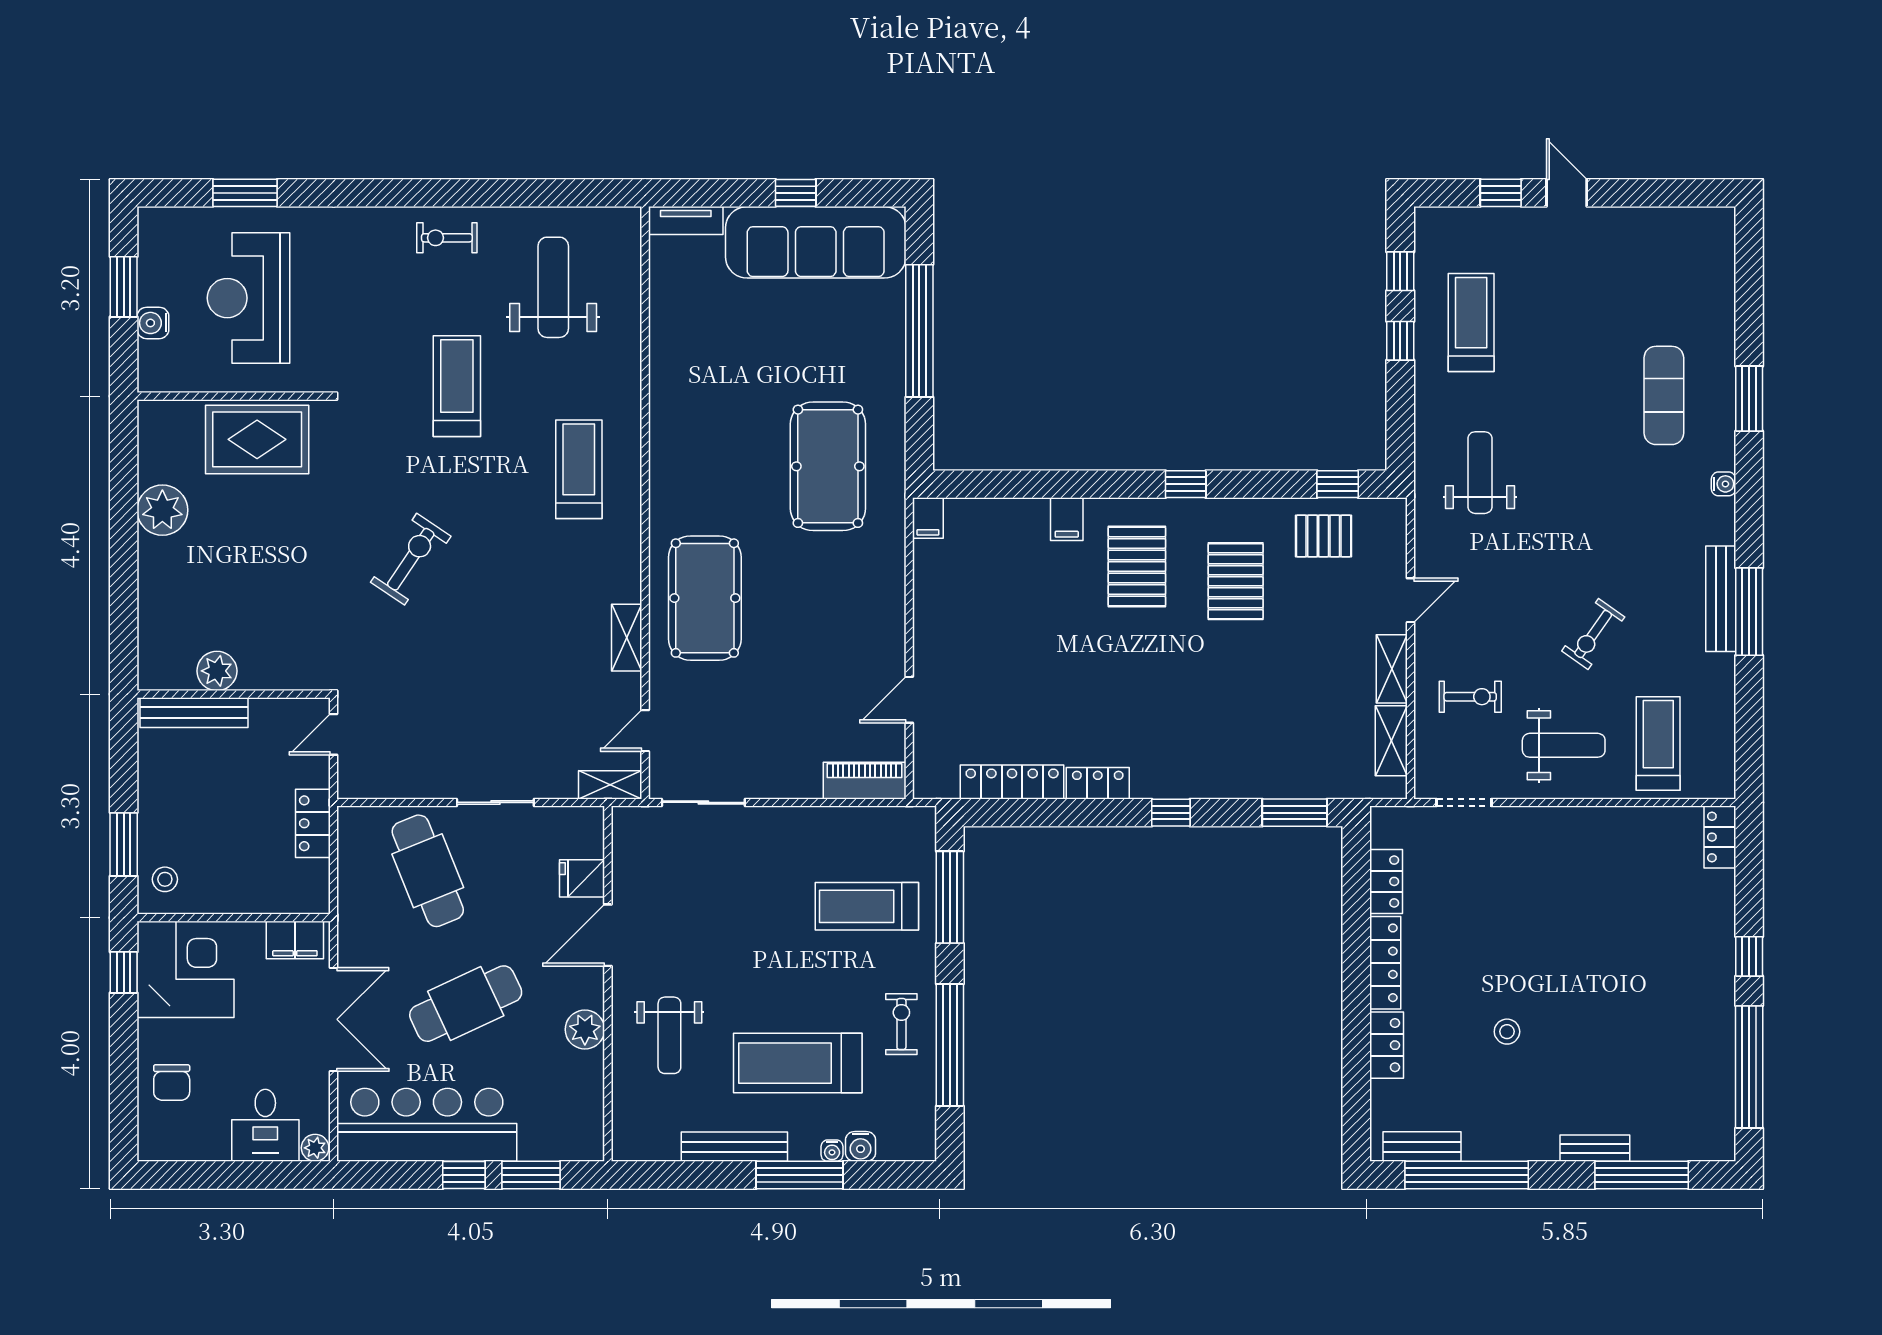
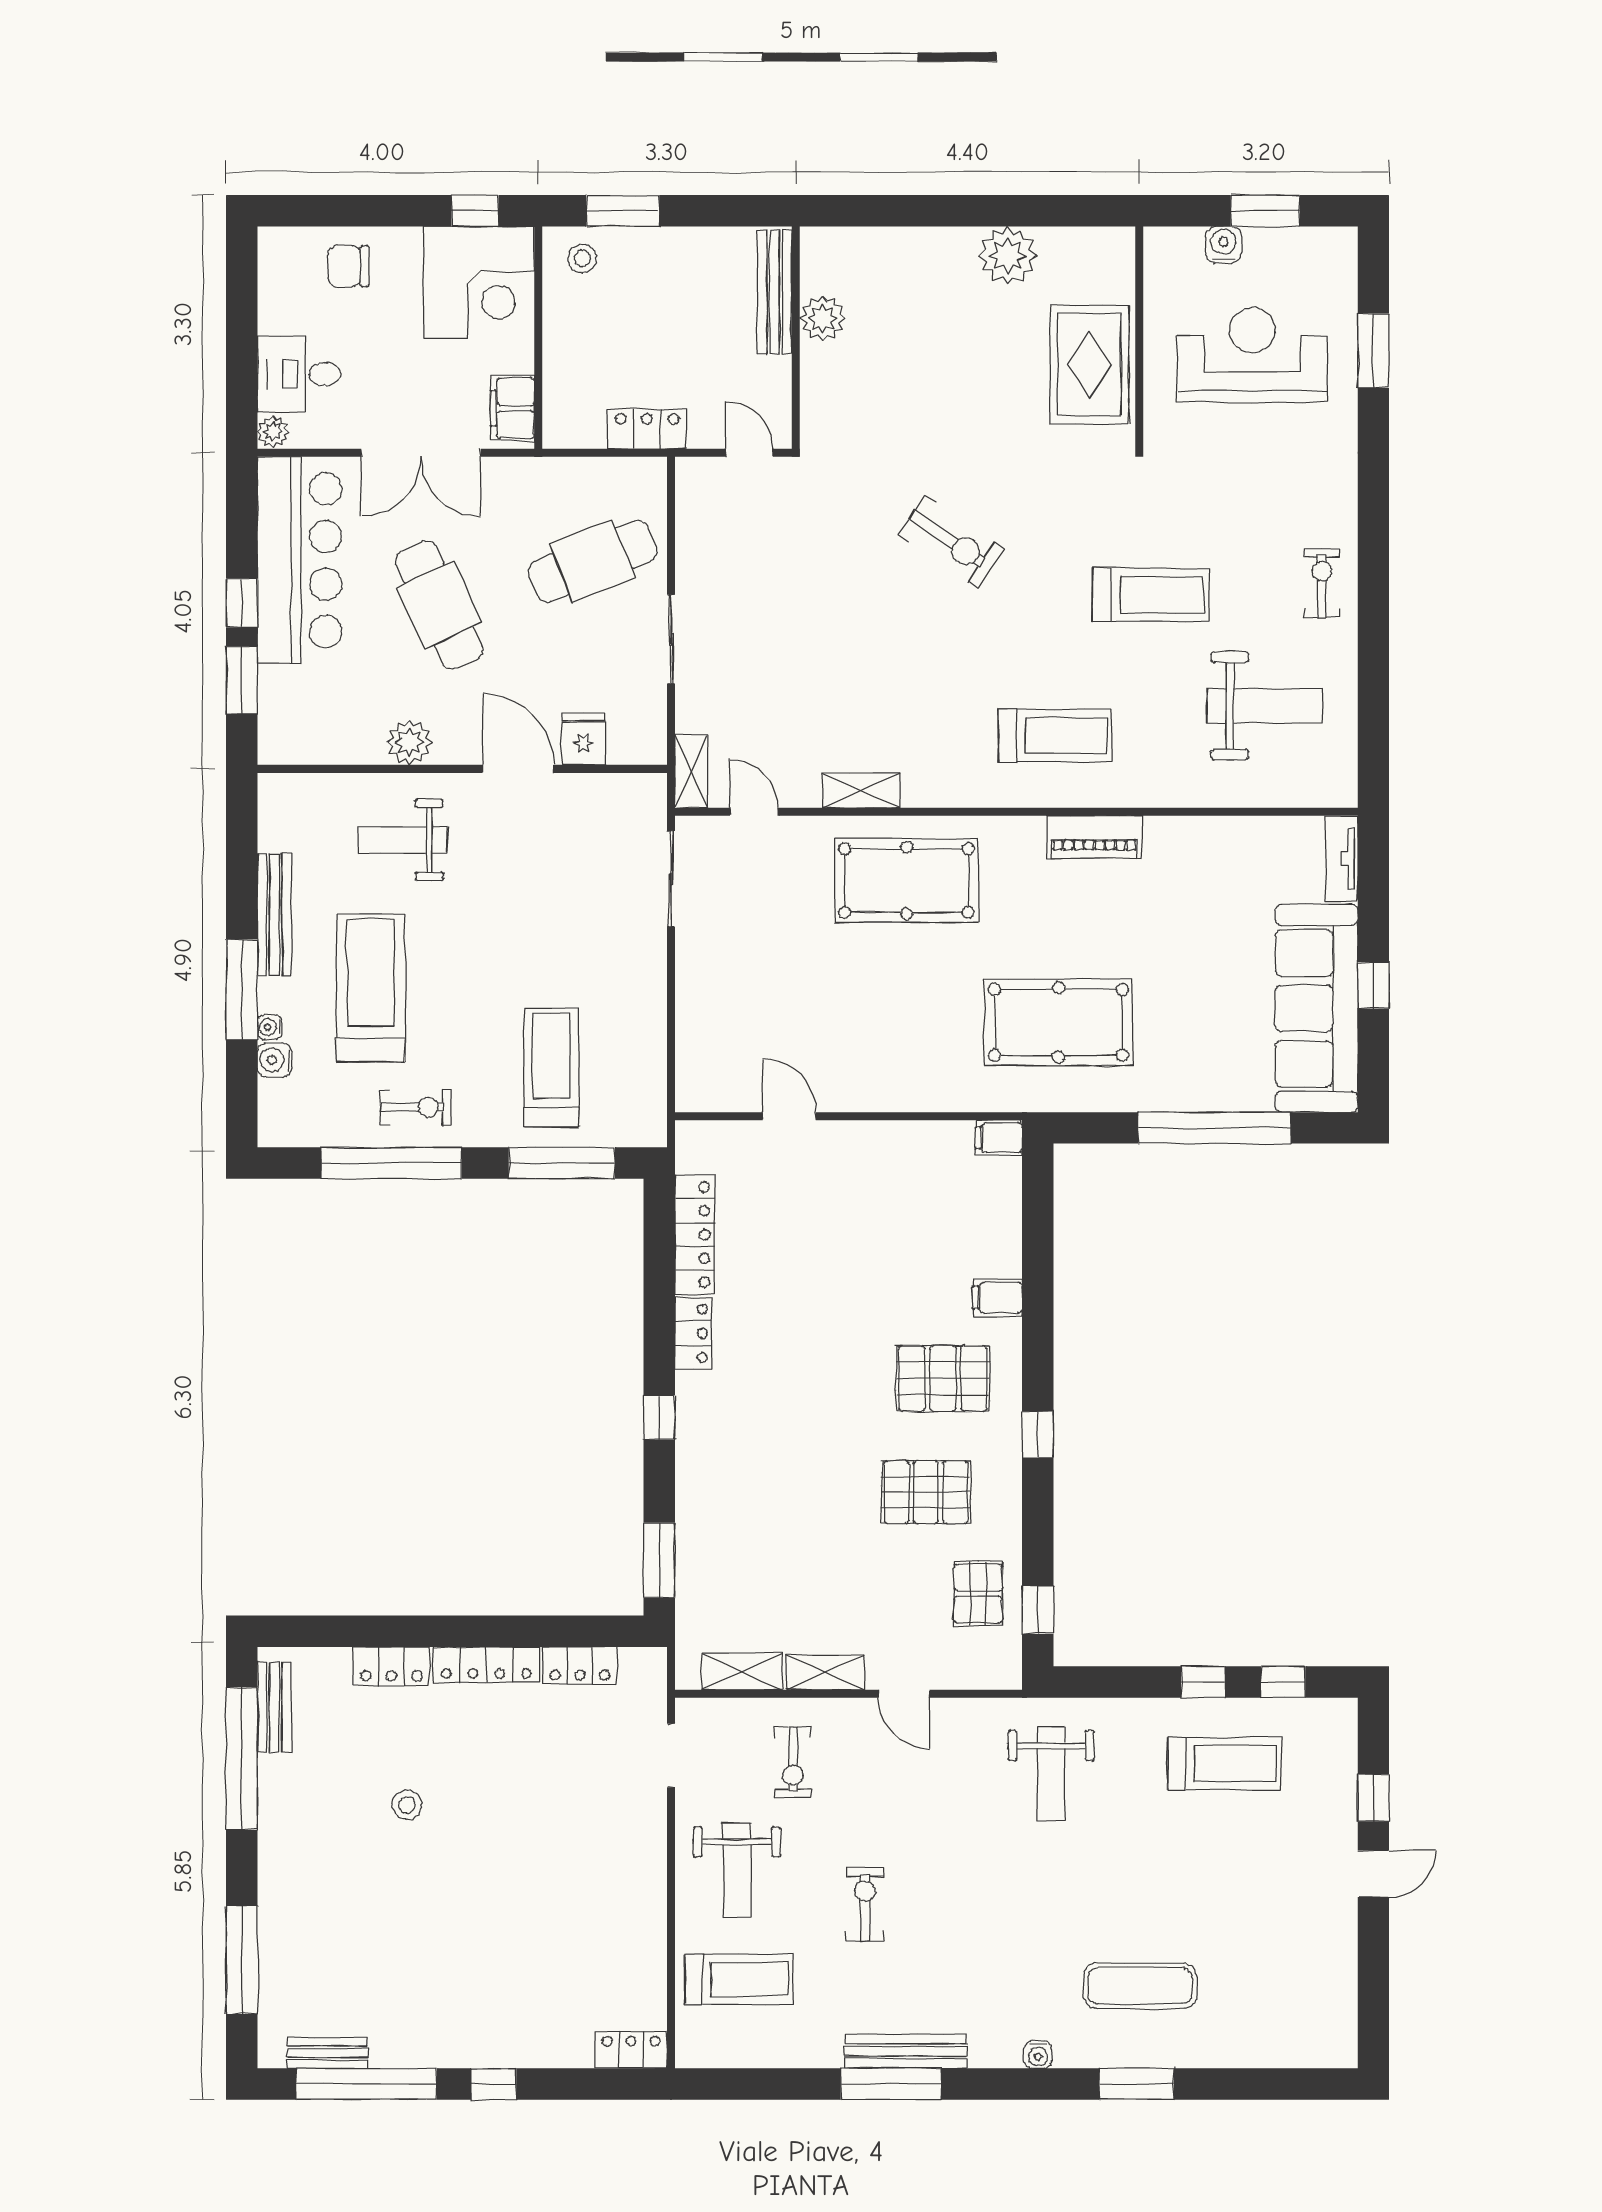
weight bench: (1480, 473) -> (1051, 1774), turned 90
exercise bike: (1593, 634) -> (865, 1904), turned 55
piano: (865, 781) -> (1094, 837), moved, turned 90
bench: (1595, 1148) -> (327, 2053), moved, turned 90

